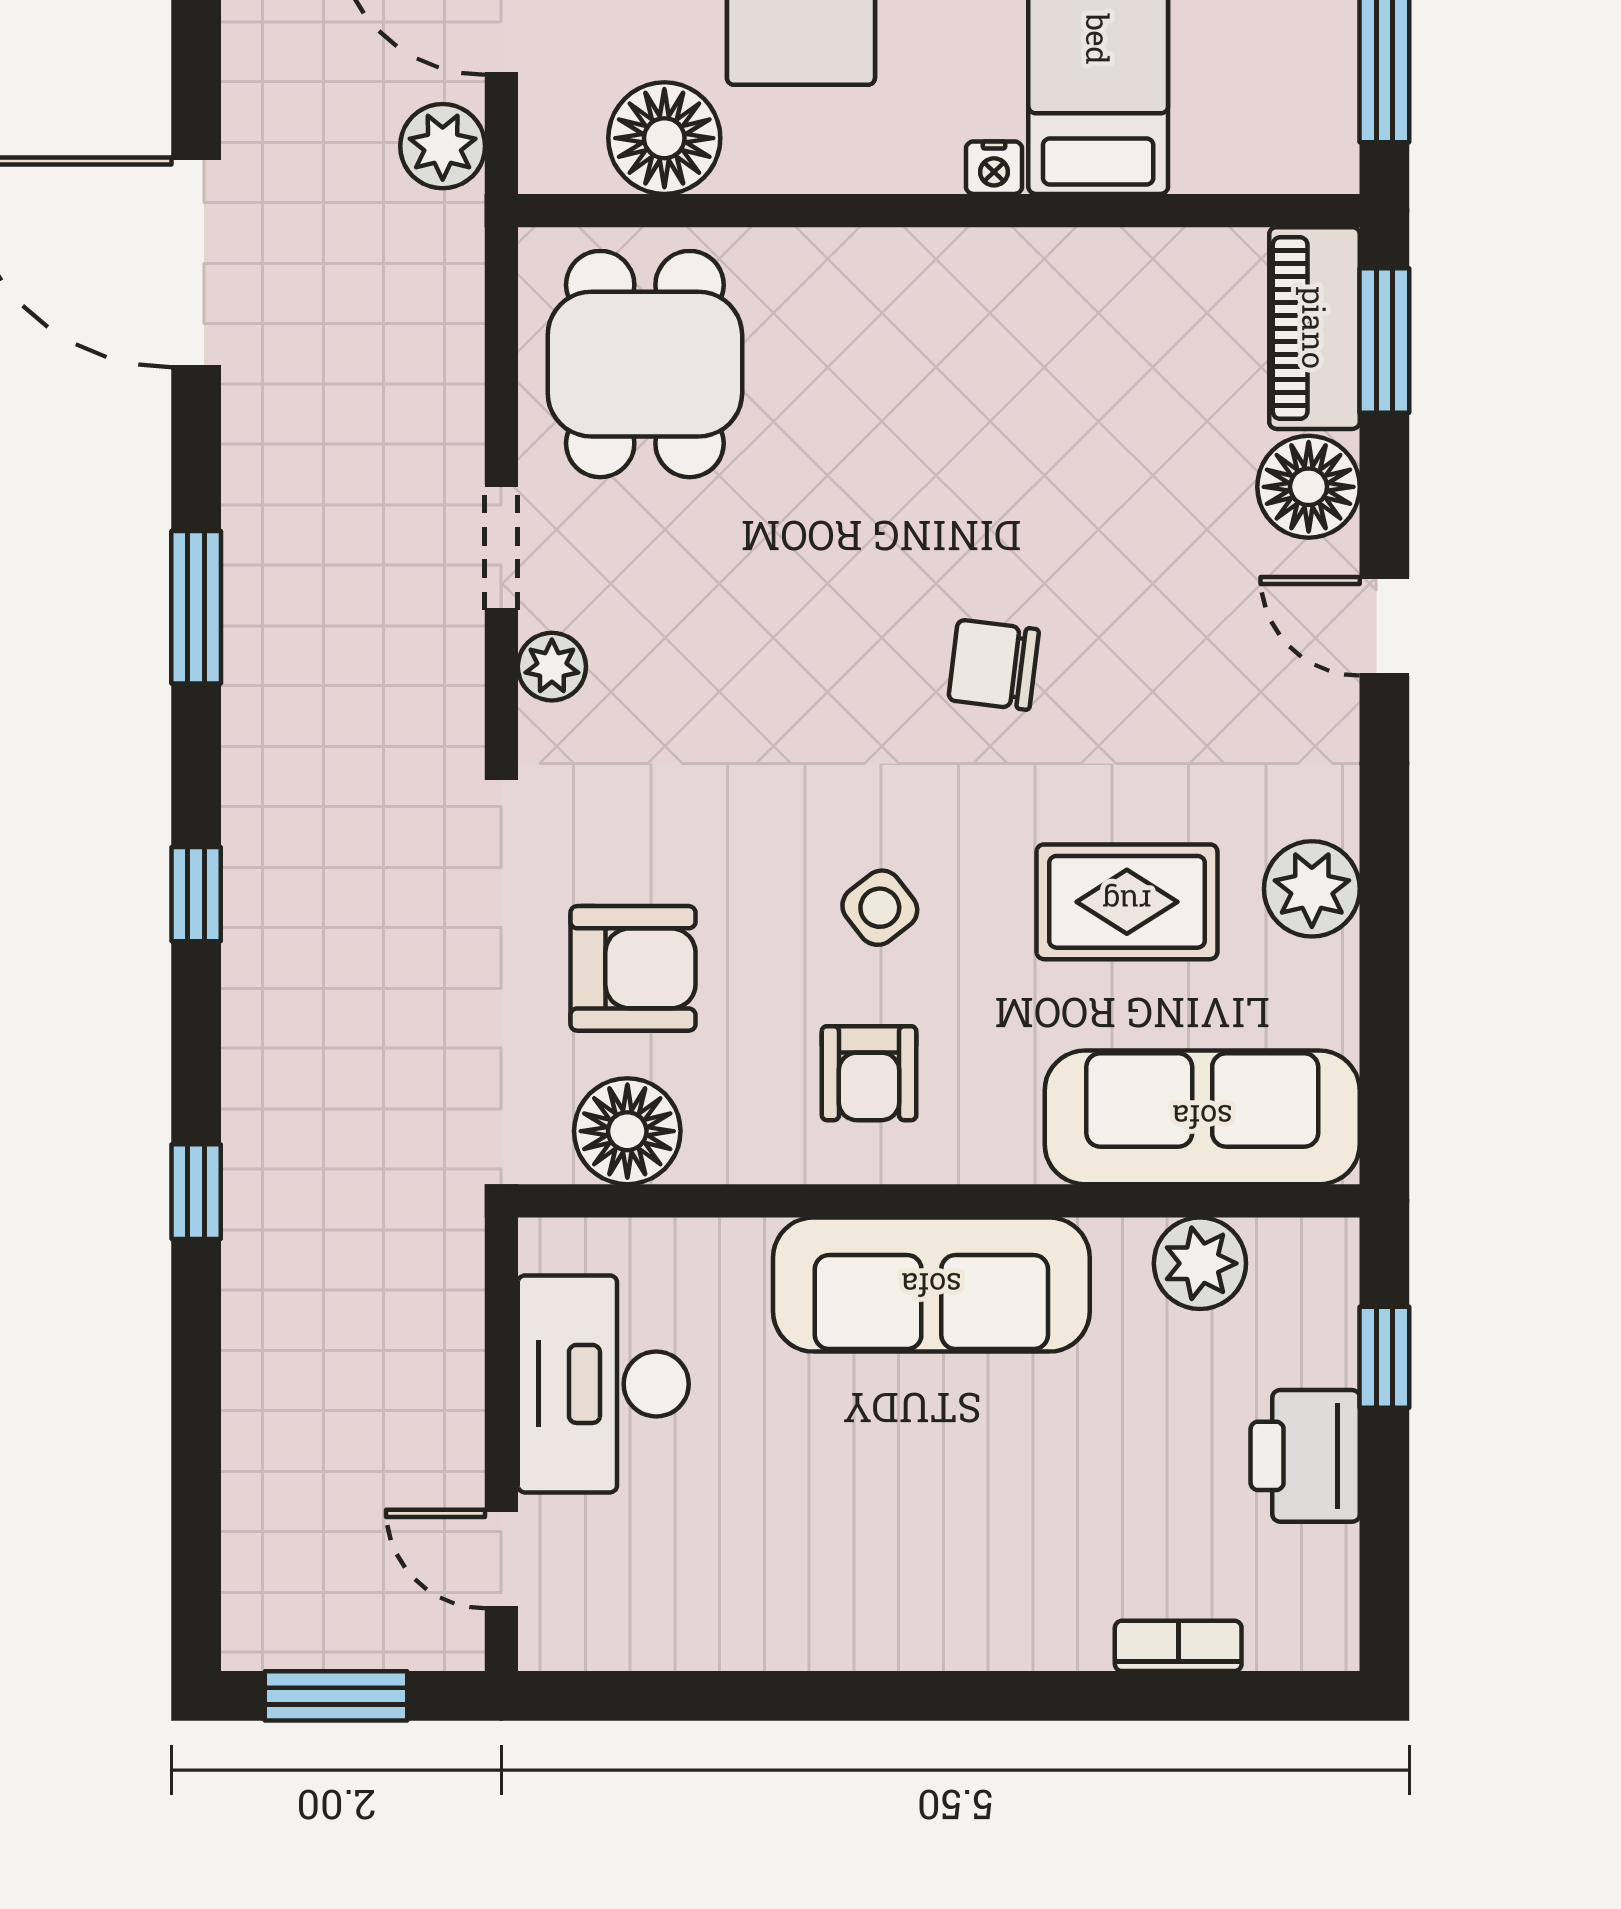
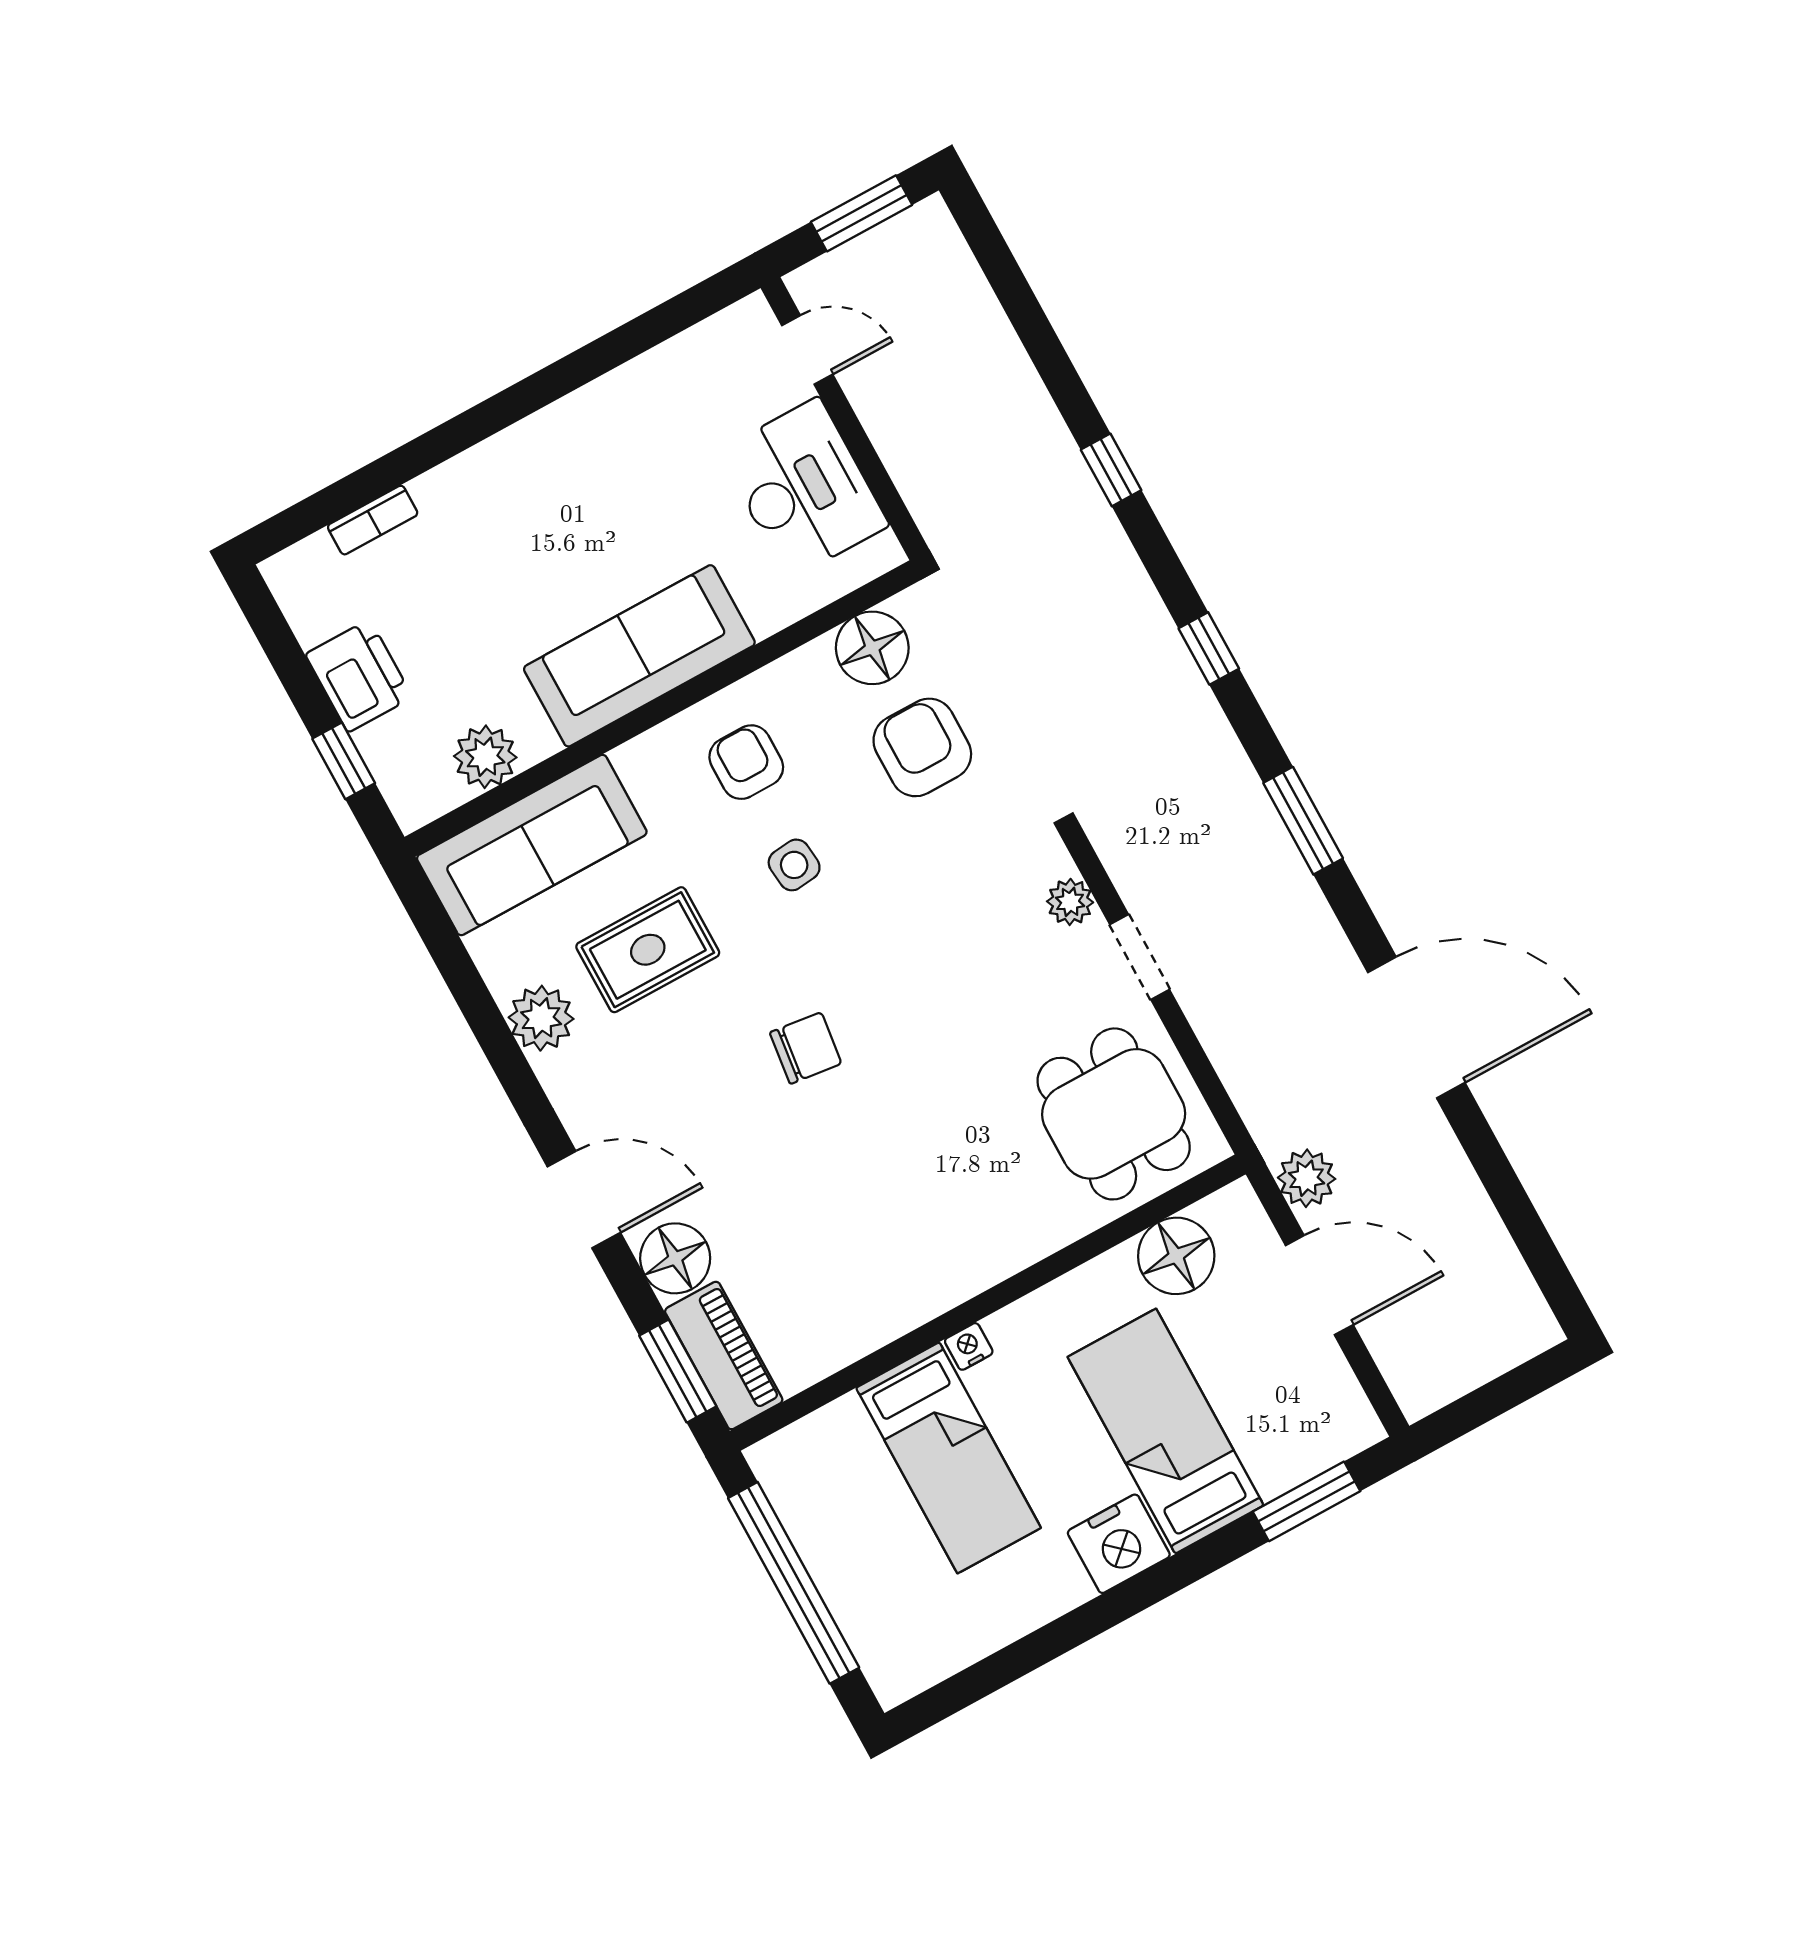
door: (1384, 626) -> (584, 1200), width x1.38
side table: (880, 908) -> (794, 865), turned 32
armchair: (633, 968) -> (922, 747), turned 90

